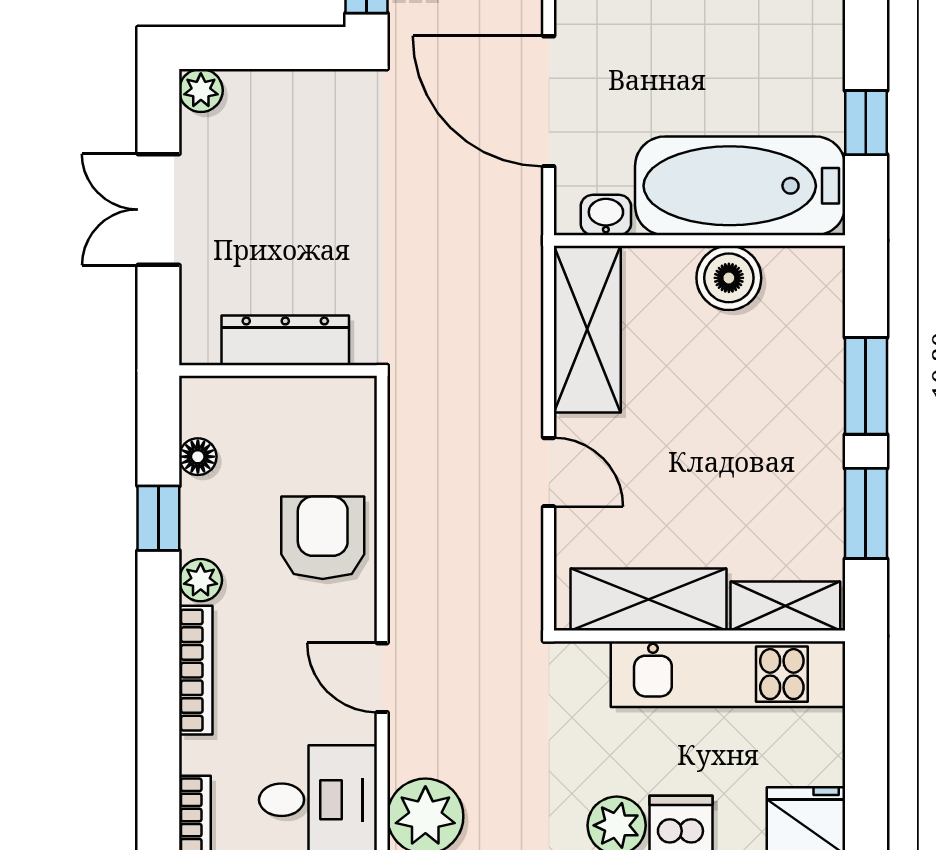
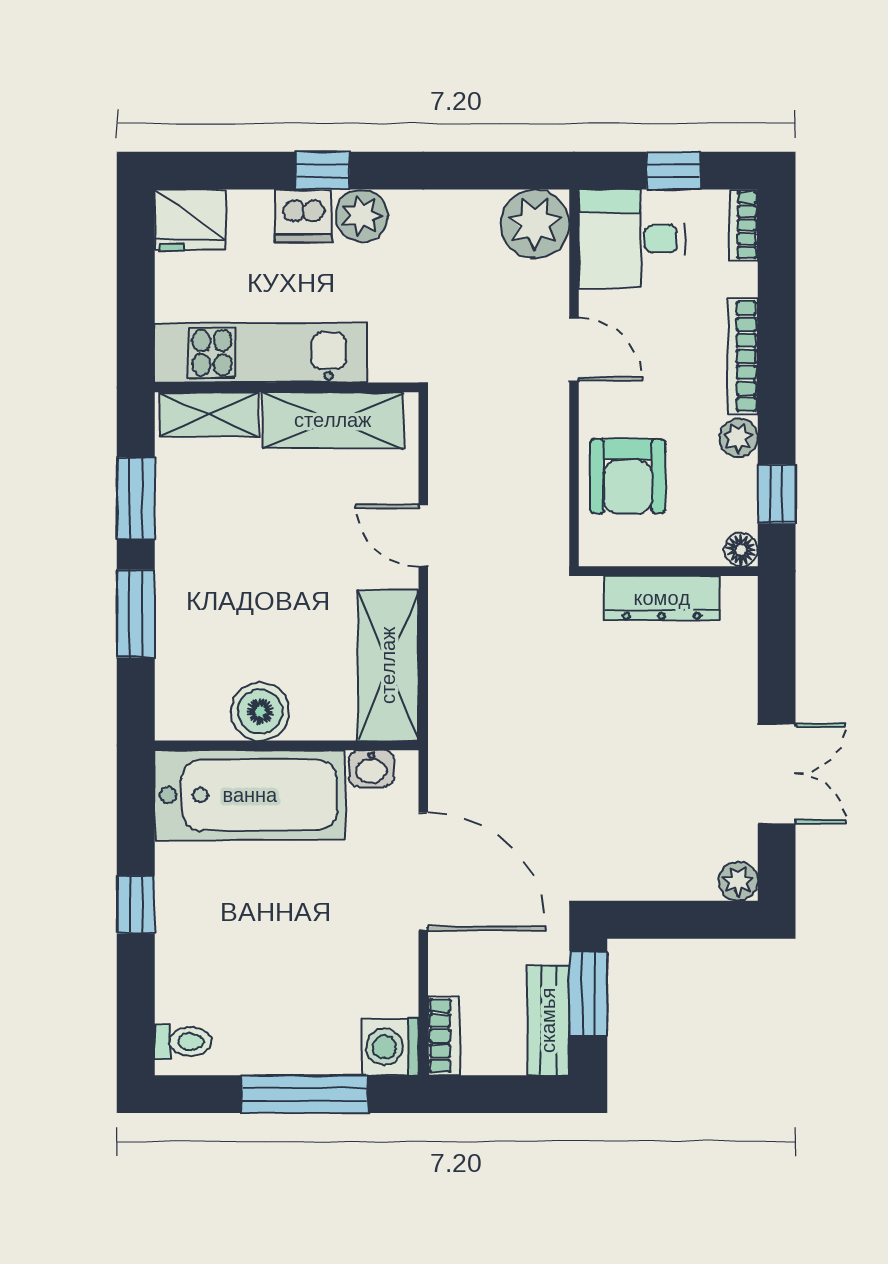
window: (866, 123) -> (136, 905), moved
dresser: (285, 340) -> (662, 598), moved
wall: (278, 371) -> (668, 571), moved

